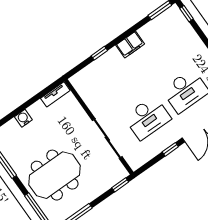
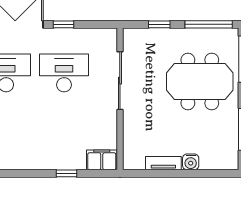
filing cabinet: (130, 45) -> (102, 160), moved
tv unit: (55, 94) -> (163, 163), moved
window: (120, 185) -> (159, 24), moved

